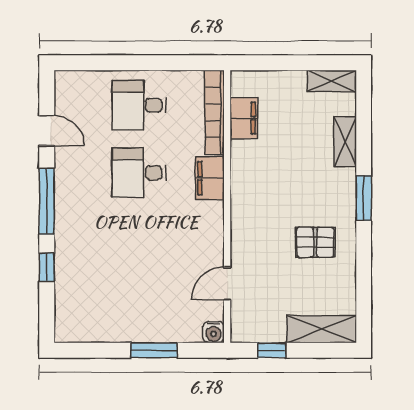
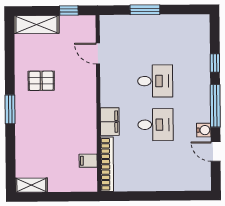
desk: (139, 105) -> (155, 81), moved
filing cabinet: (244, 118) -> (88, 161), width x0.50
shelving: (345, 142) -> (22, 146), removed
door: (227, 284) -> (98, 53), swing flipped
water cooler: (213, 332) -> (204, 130), moved, turned 90

